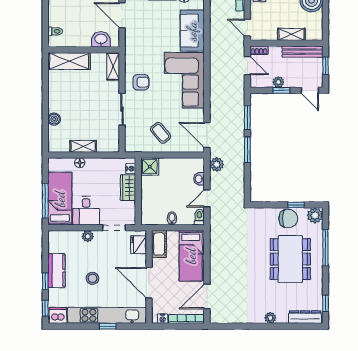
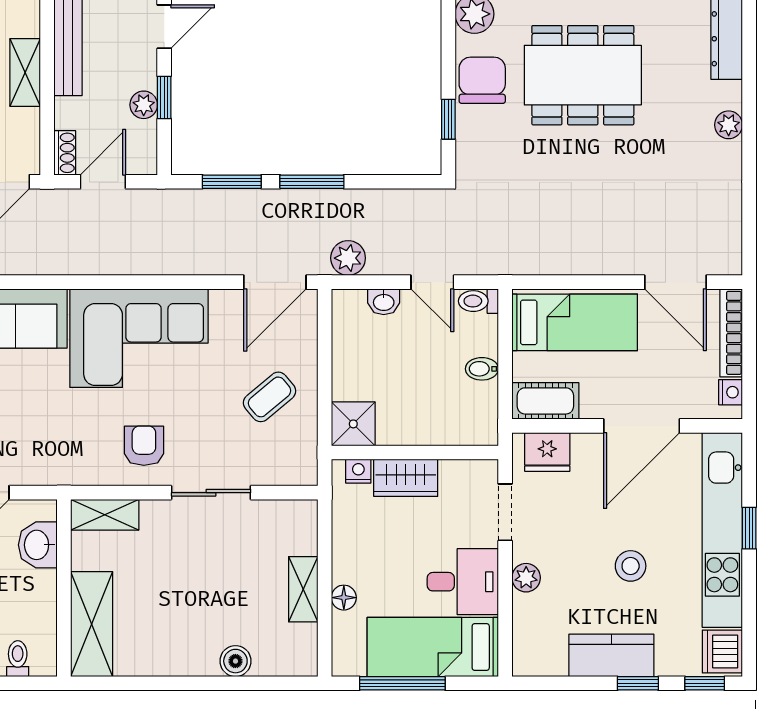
window: (45, 201) -> (402, 683), moved
window: (296, 205) -> (448, 119), moved

